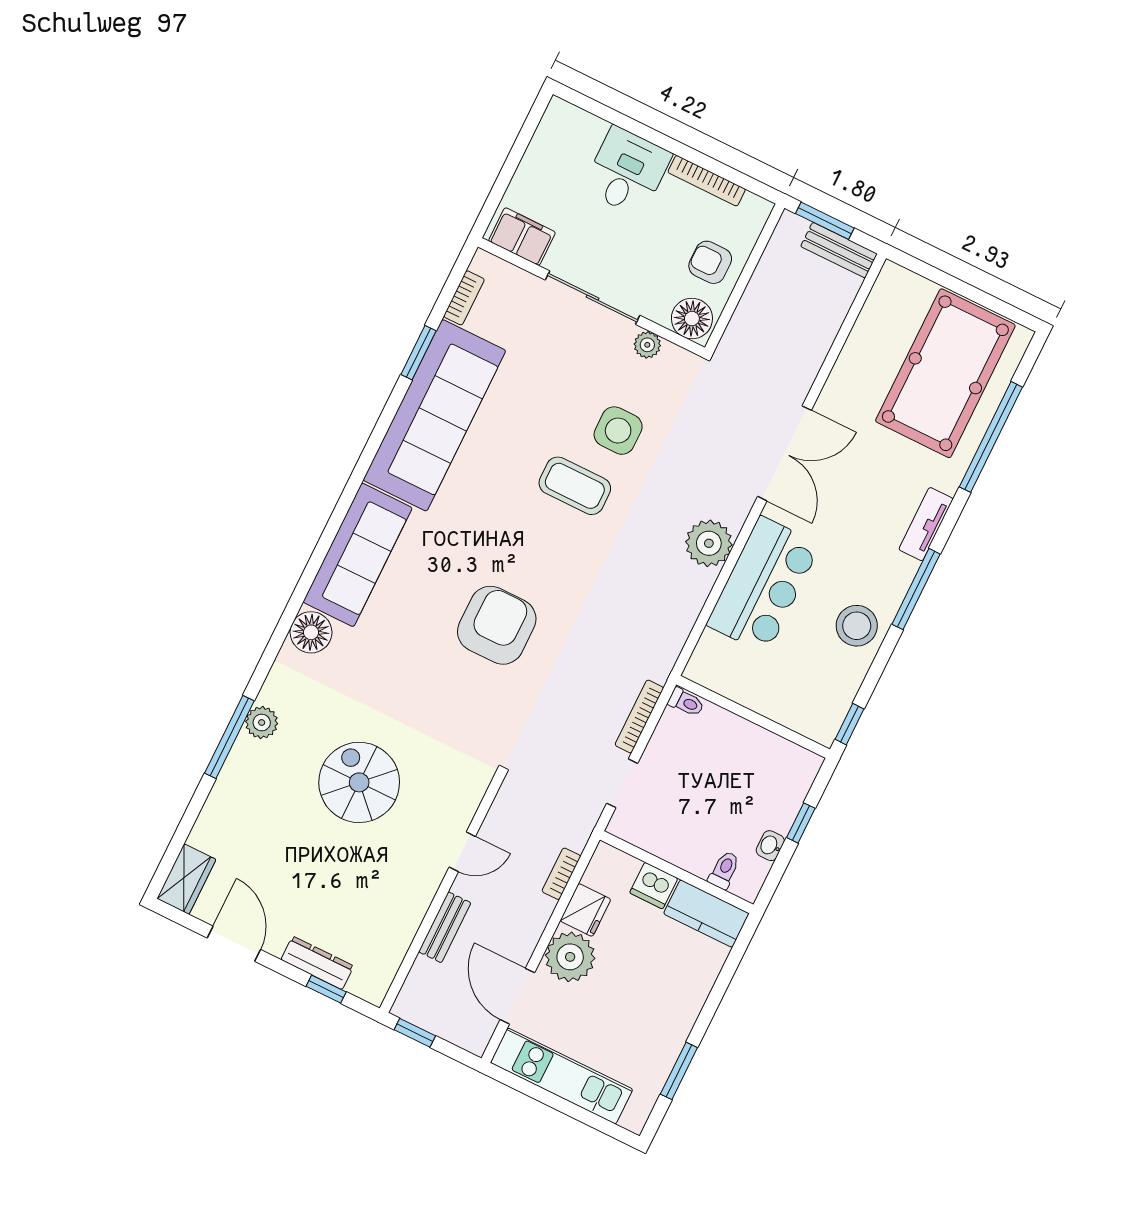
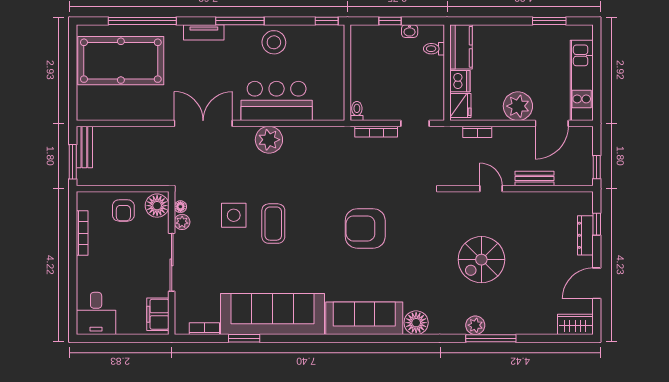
desk: (627, 171) -> (96, 313), moved, turned -90
floor lamp: (672, 354) -> (180, 207), added
fridge: (585, 910) -> (460, 105), moved, turned 90

